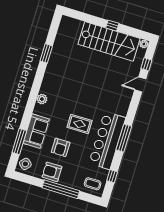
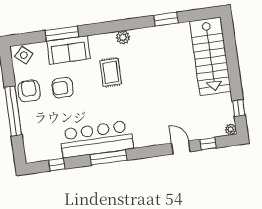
window: (112, 26) -> (239, 108), moved
stairs: (109, 41) -> (210, 56), moved
plant: (42, 99) -> (123, 37), moved
rug: (80, 124) -> (111, 72), moved
window: (19, 142) -> (62, 34), moved
coffee table: (93, 184) -> (37, 146), removed

